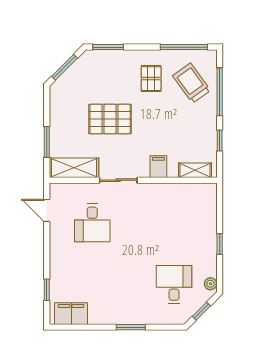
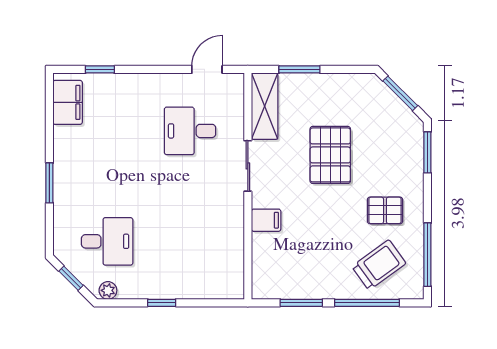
window: (220, 141) -> (301, 303), width x1.50
shelving: (195, 170) -> (261, 270), removed

